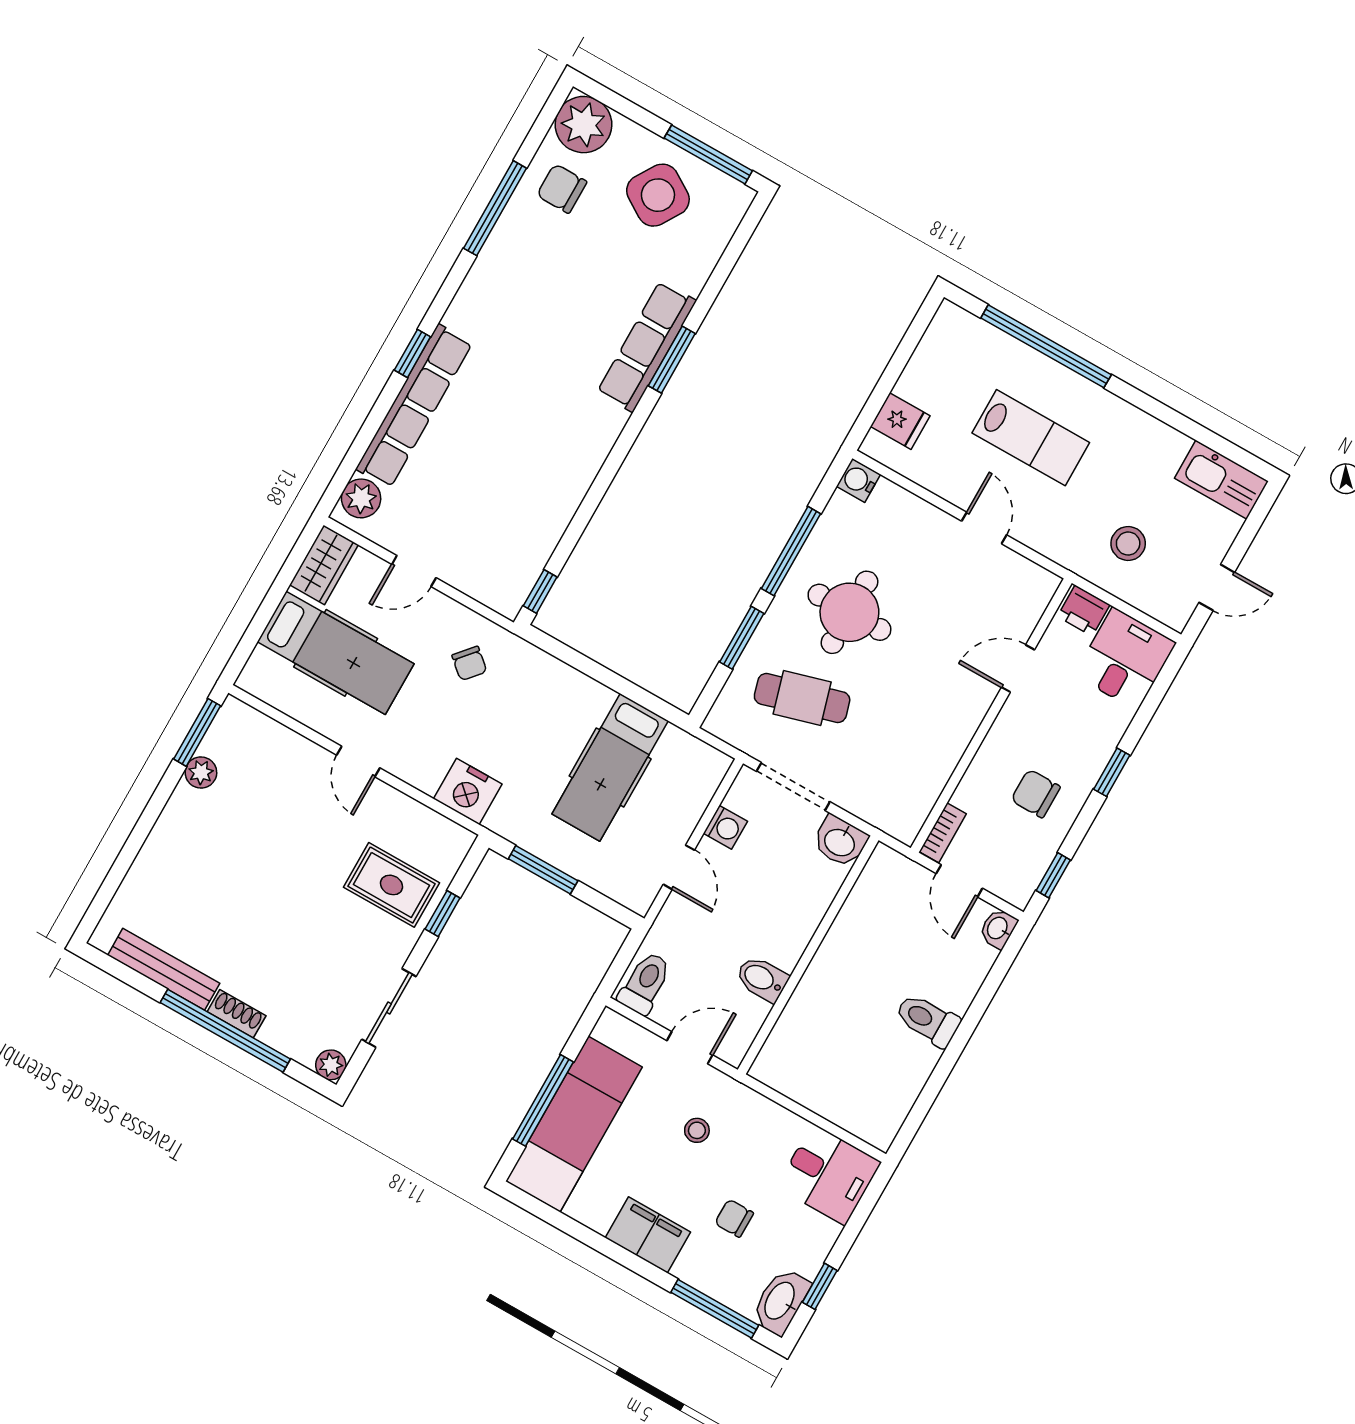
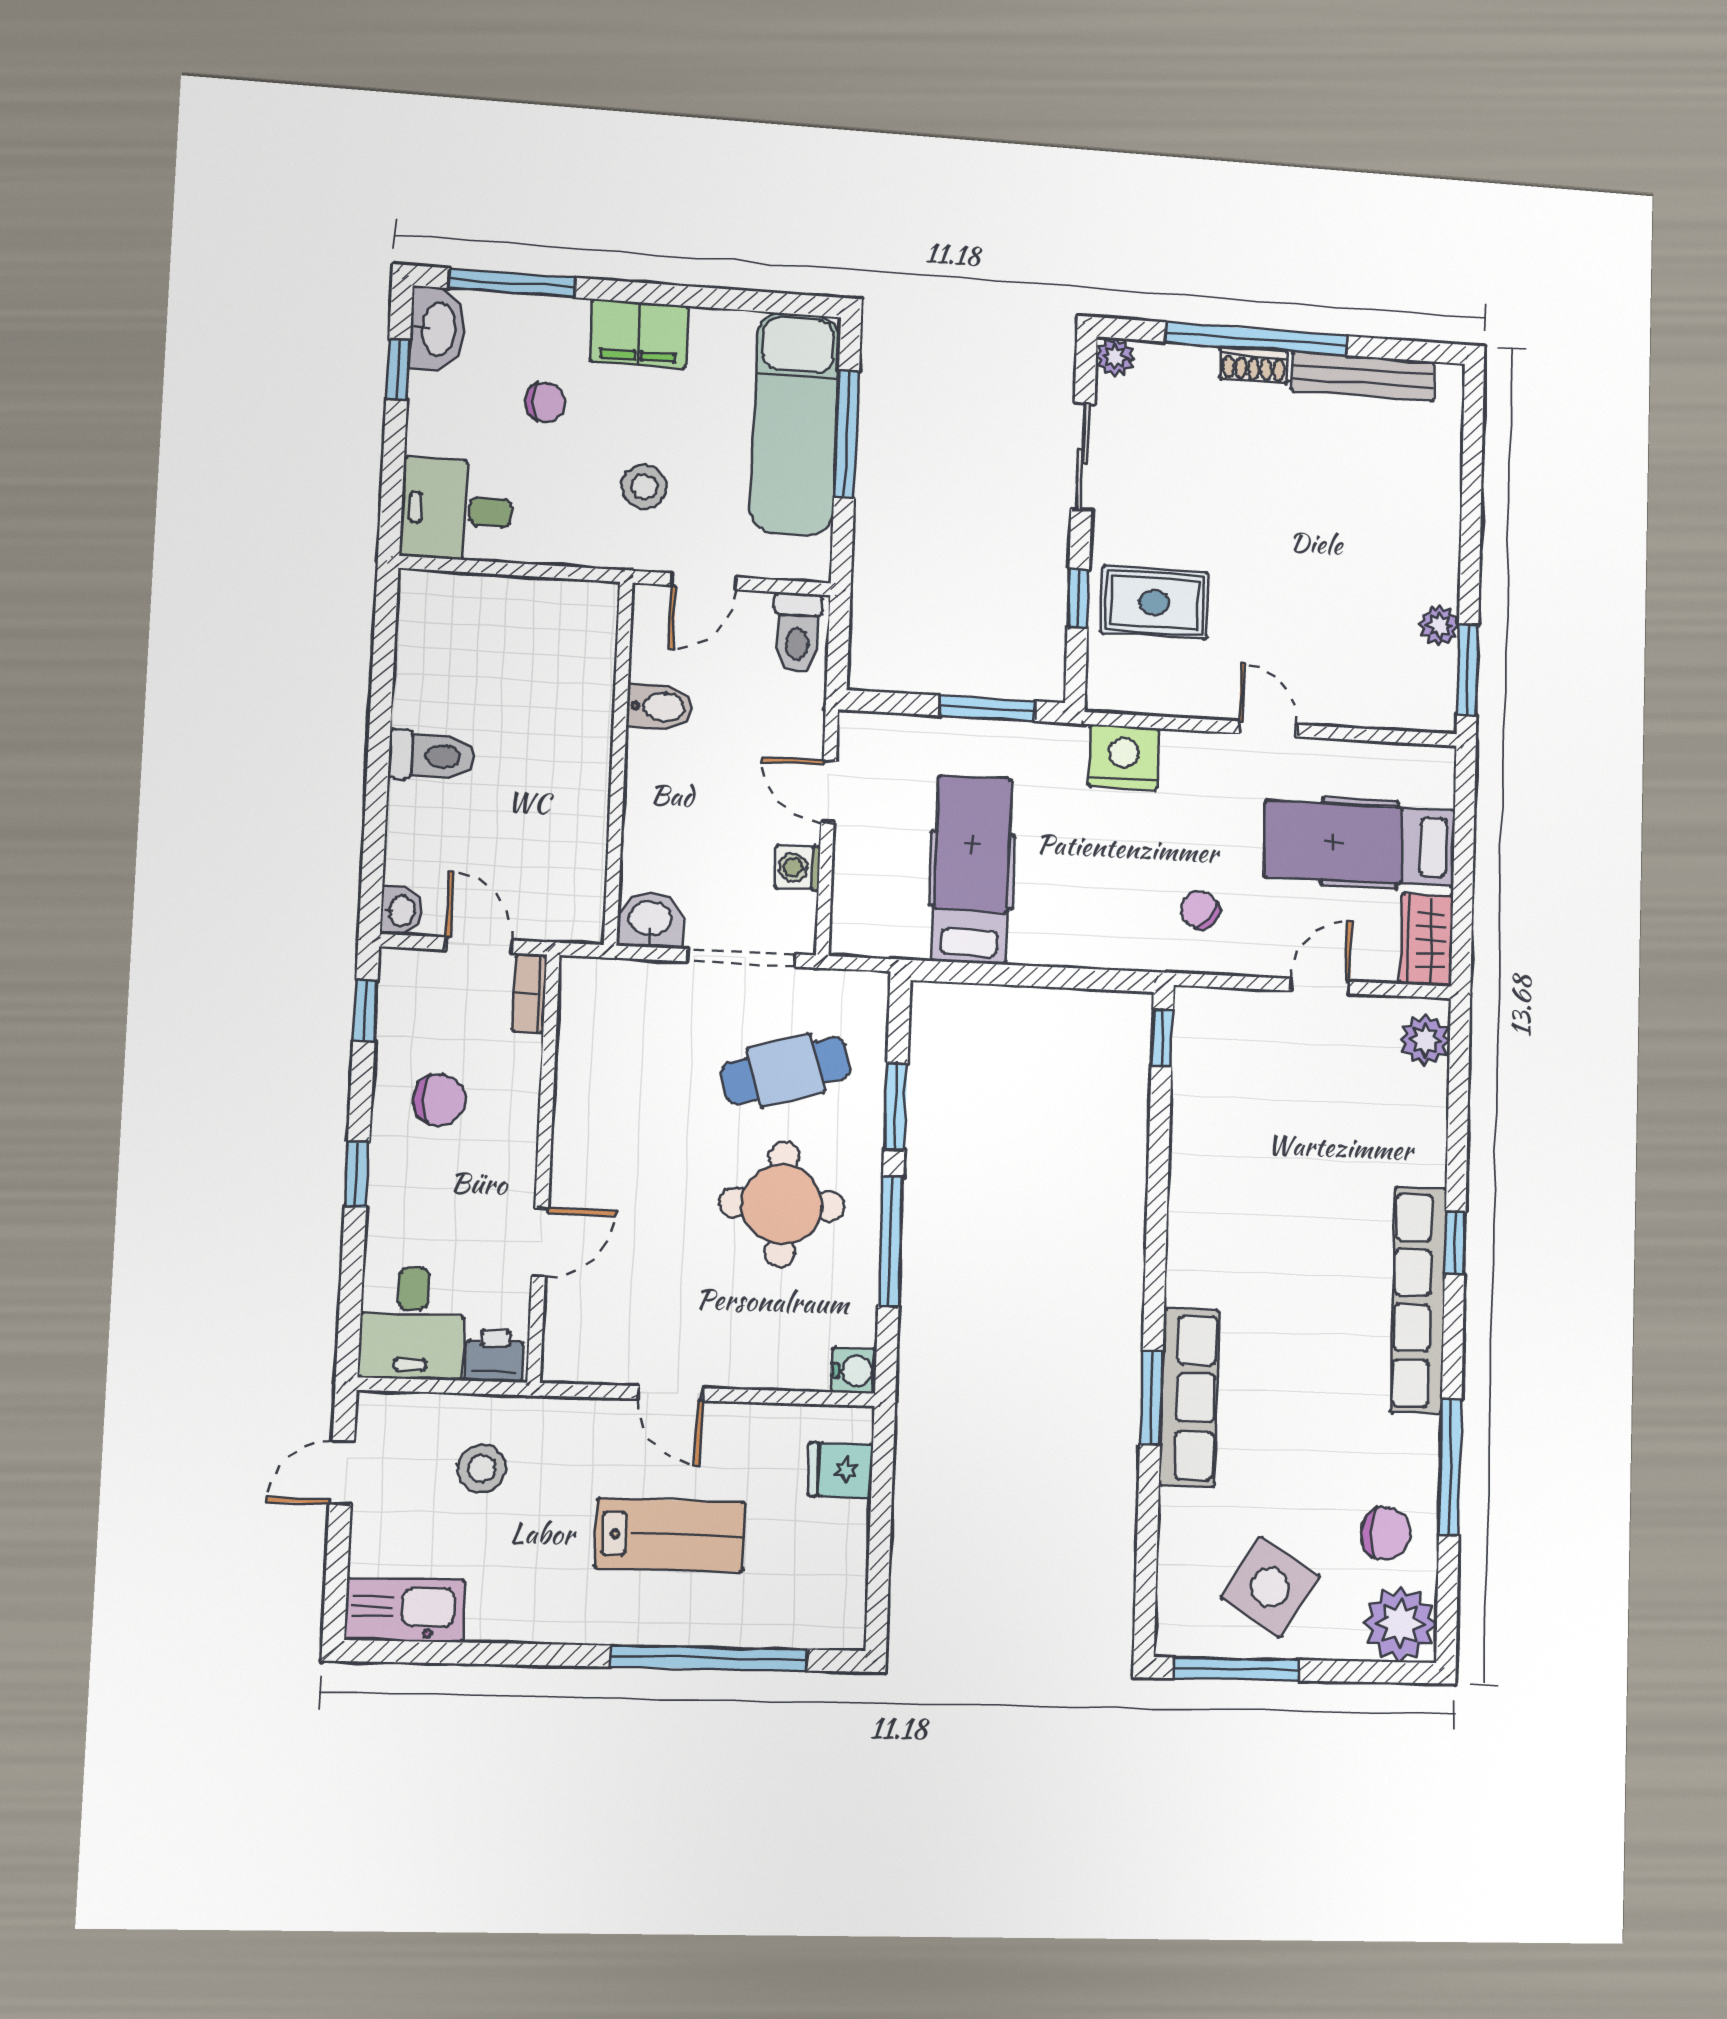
row of seats: (414, 406) -> (1418, 1300), moved
lab bench: (1031, 438) -> (670, 1535), turned 180
stool: (697, 1130) -> (644, 487), width x1.37, depth x1.37

